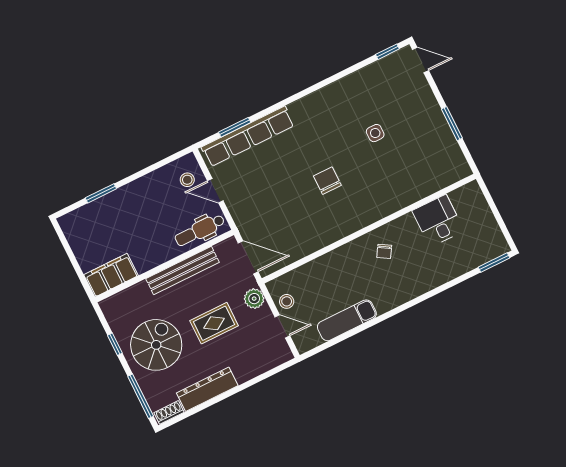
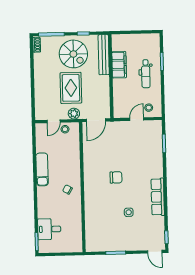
door: (420, 60) -> (155, 252), hinge flipped
row of seats: (248, 136) -> (158, 197), moved, width x0.73
desk: (438, 221) -> (49, 229), moved, turned 180
dental chair: (200, 230) -> (146, 74), moved, turned 180
bench: (183, 270) -> (104, 55), moved
filing cabinet: (111, 275) -> (119, 65), moved
exam couch: (347, 320) -> (42, 169), moved
rug: (214, 323) -> (71, 88), width x1.36, depth x1.43
dresser: (207, 389) -> (39, 69), removed

